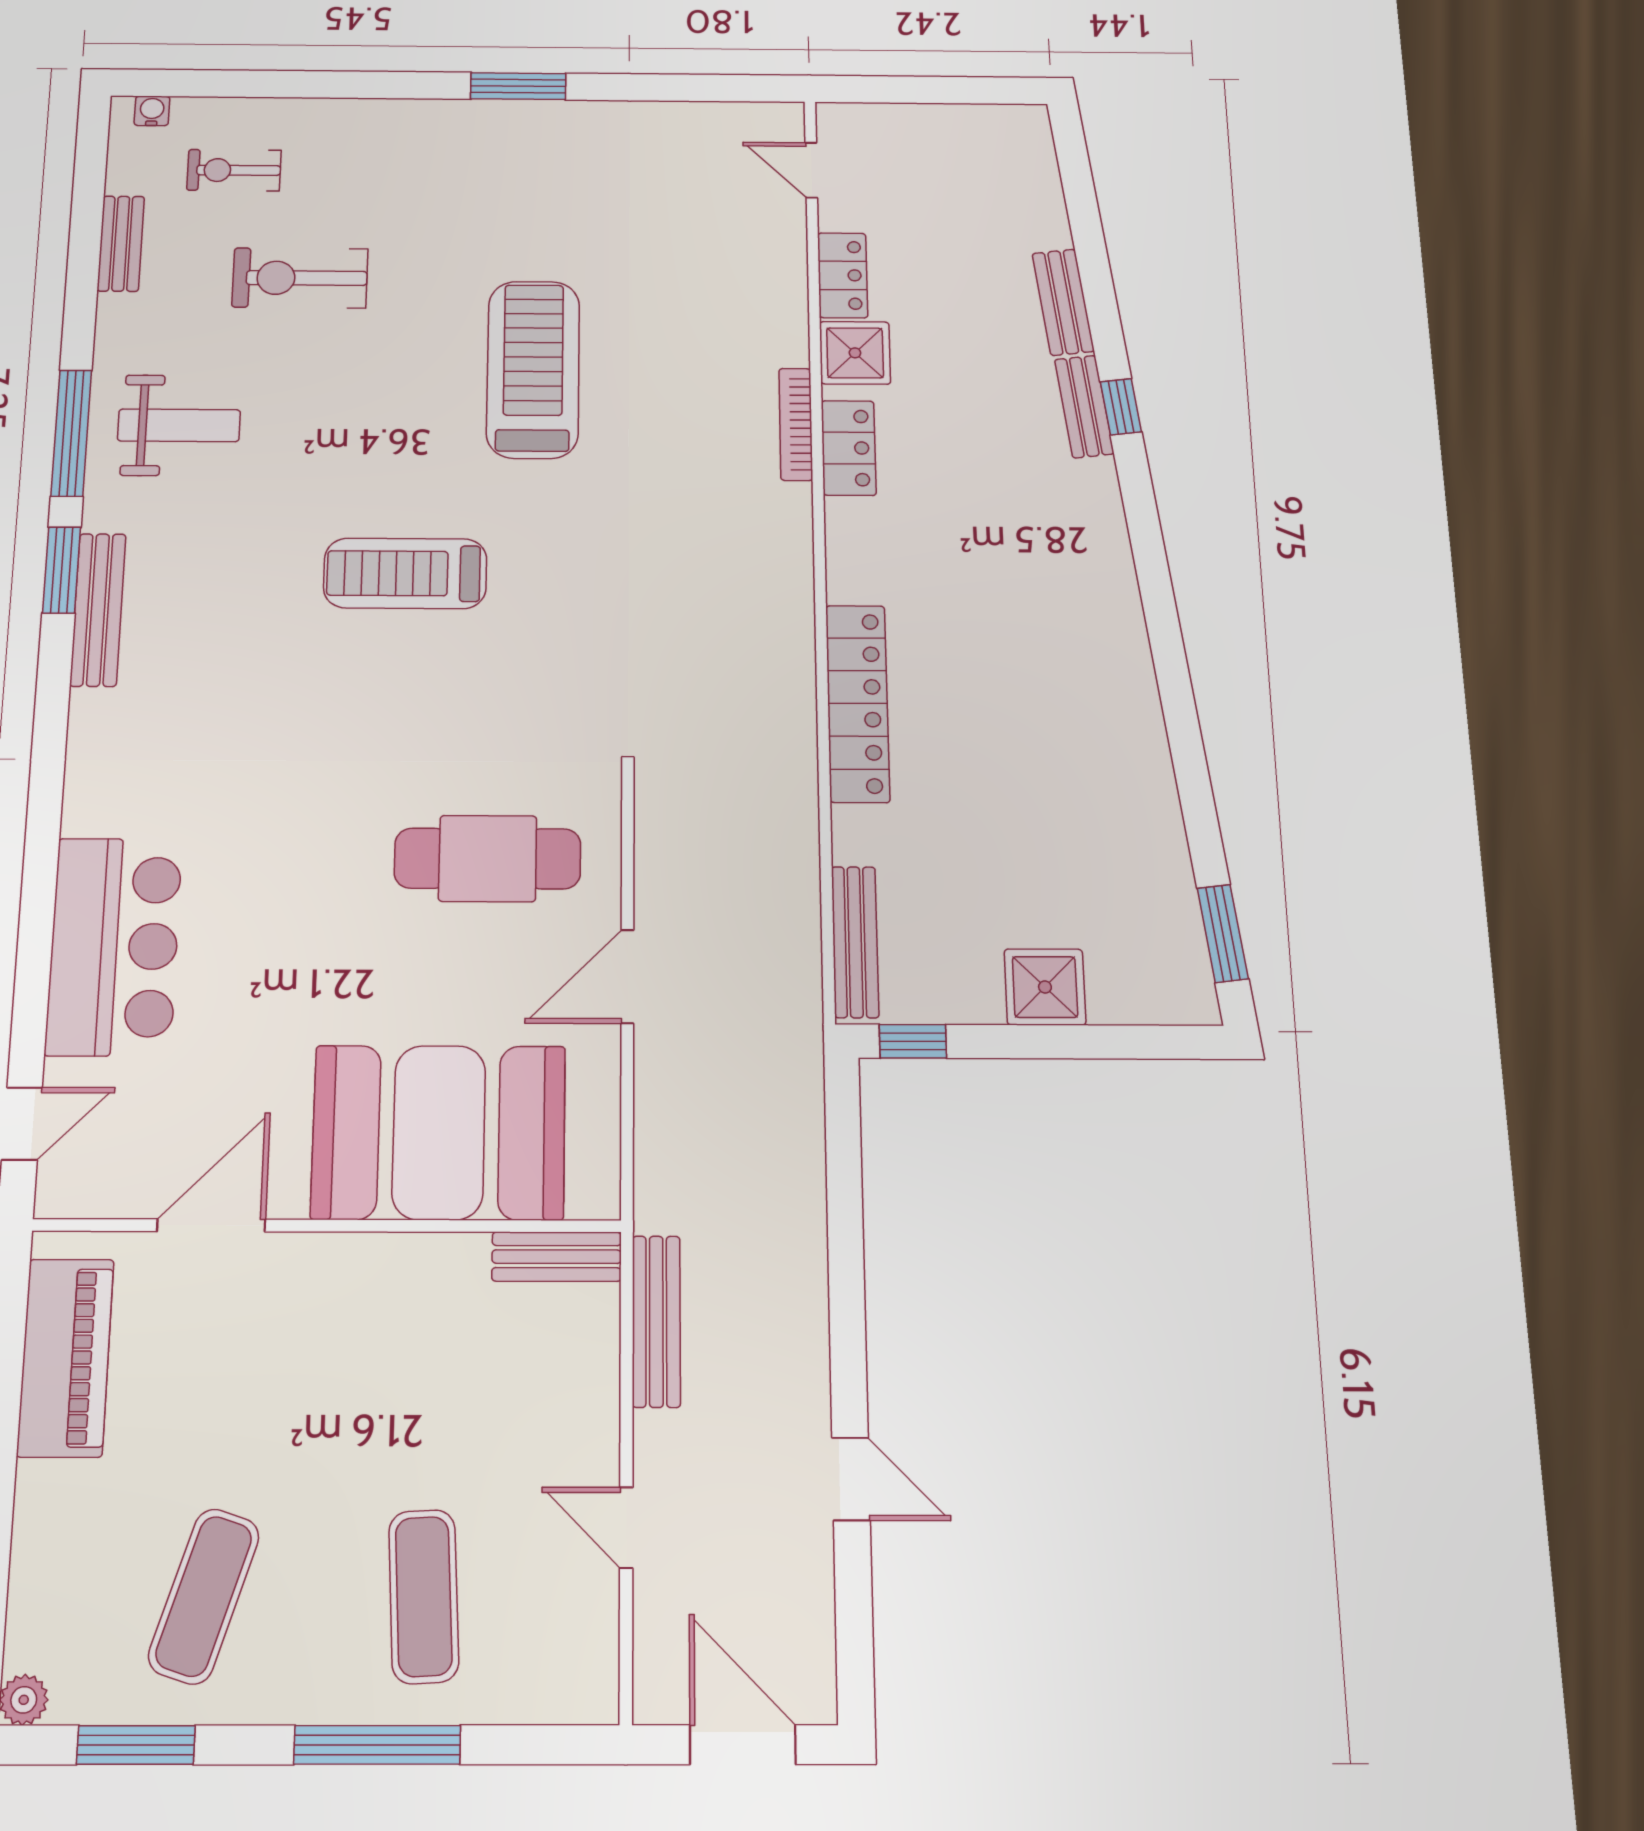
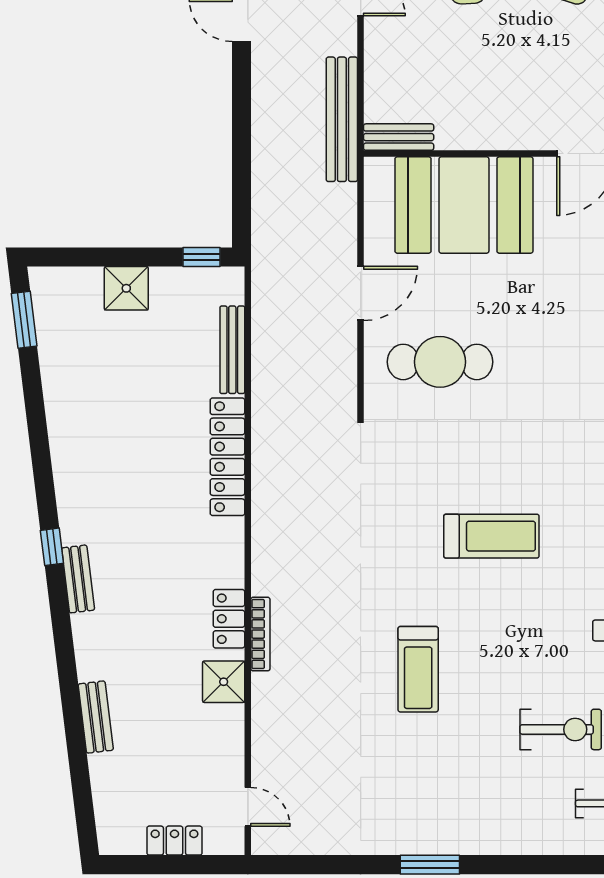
locker: (843, 275) -> (174, 841), moved, turned 90
treadmill: (533, 369) -> (418, 669), width x0.73, depth x0.73
bench: (1084, 407) -> (78, 579), moved
window: (1121, 407) -> (52, 547), moved
bench: (855, 942) -> (232, 350), moved
bench: (656, 1321) -> (342, 119), width x1.37, depth x1.21

